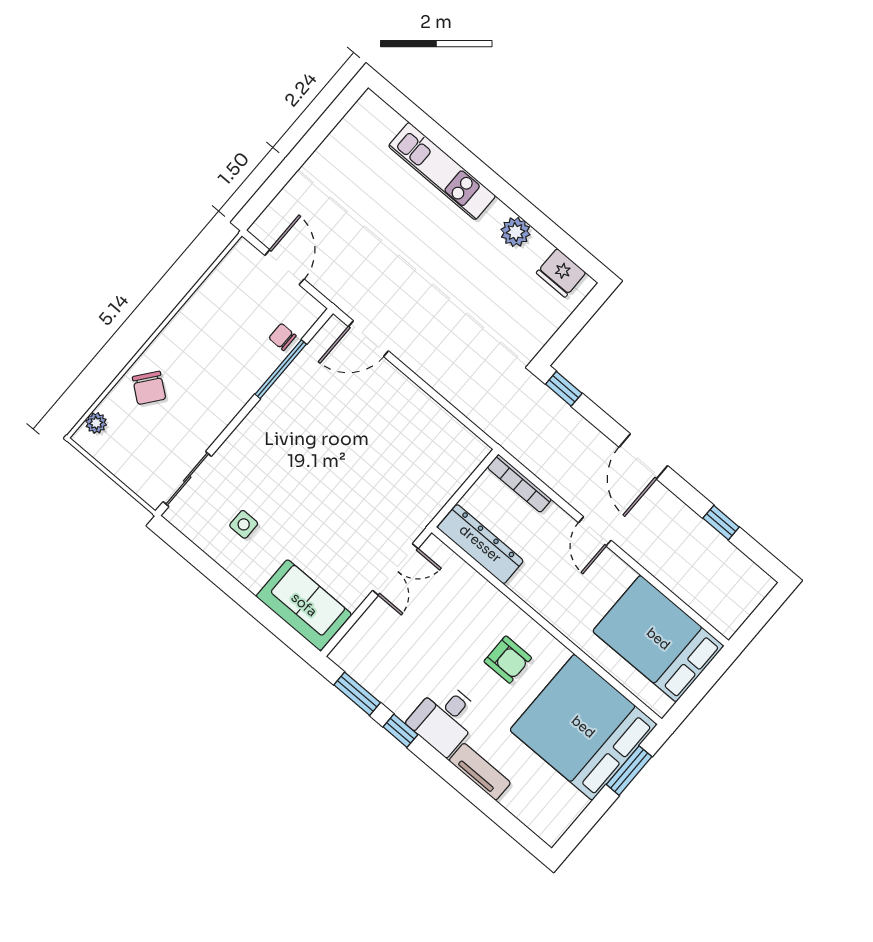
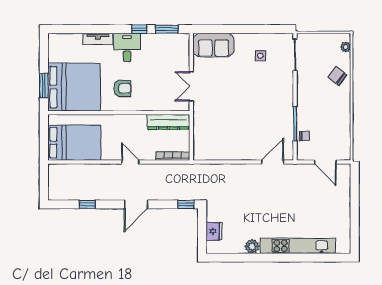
kitchen unit: (442, 171) -> (298, 246), width x1.36
fridge: (561, 273) -> (214, 231), moved, turned 90
door: (643, 456) -> (136, 204), swing flipped
armchair: (508, 660) -> (122, 88), turned 180

